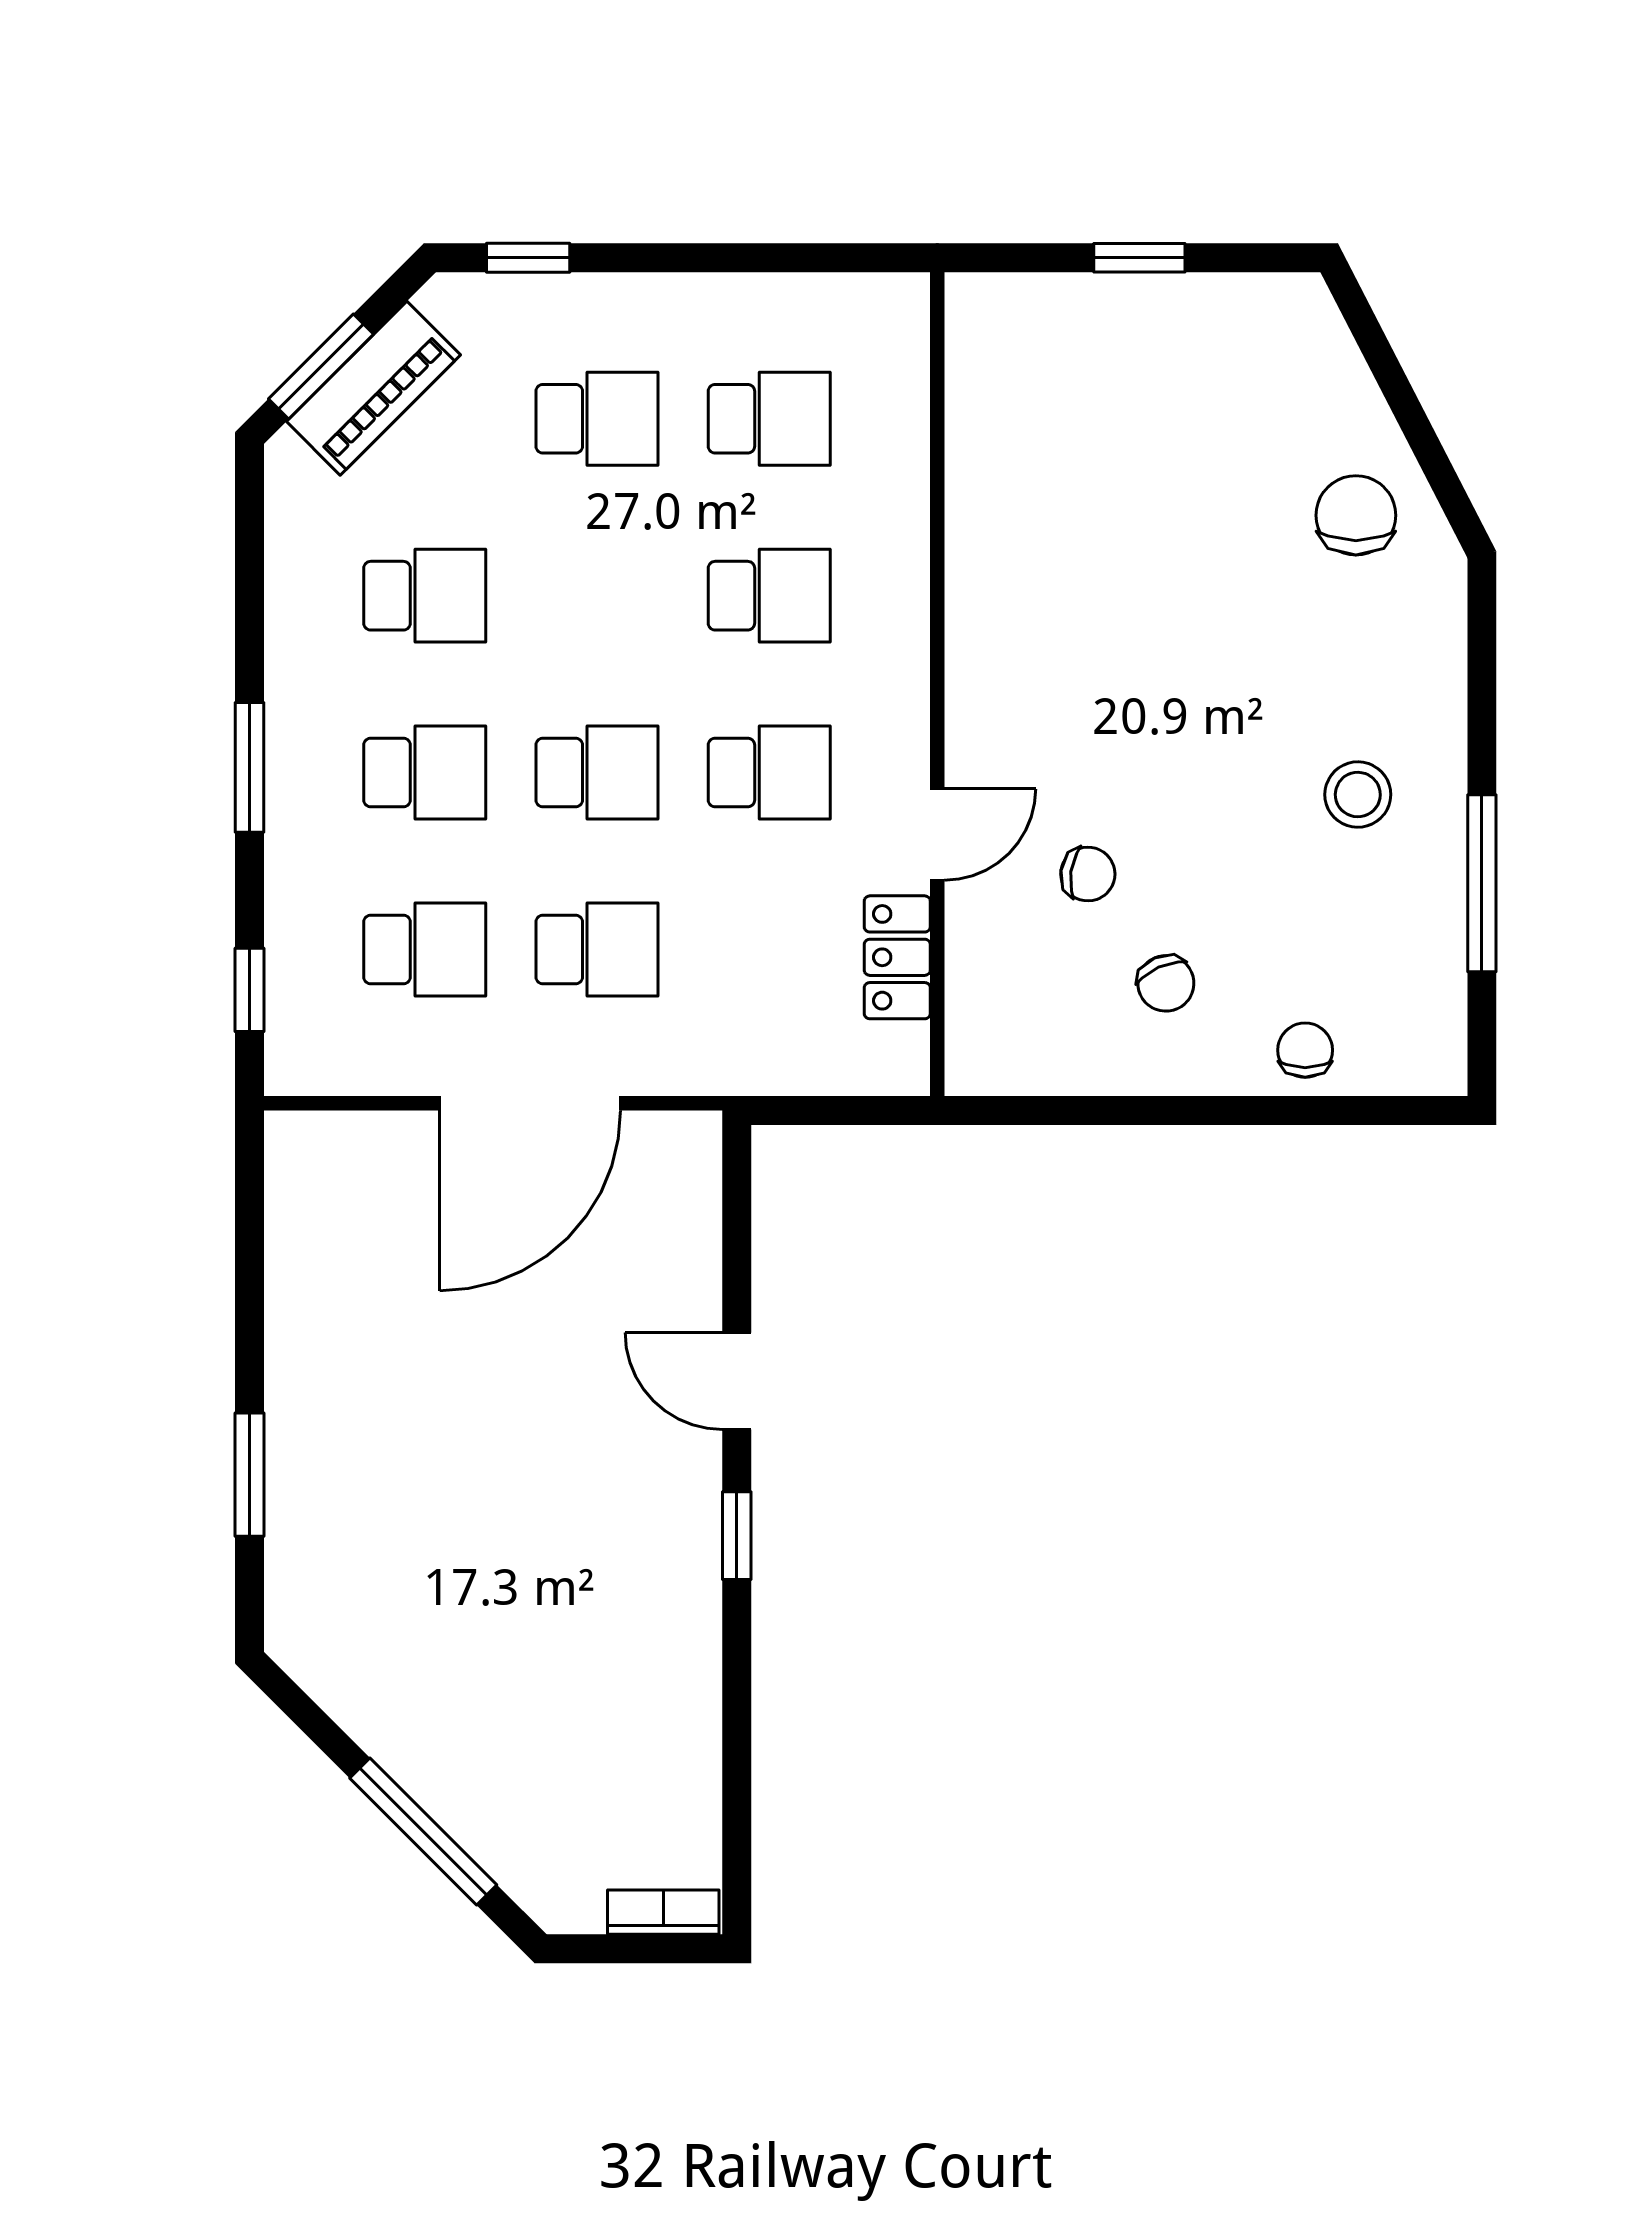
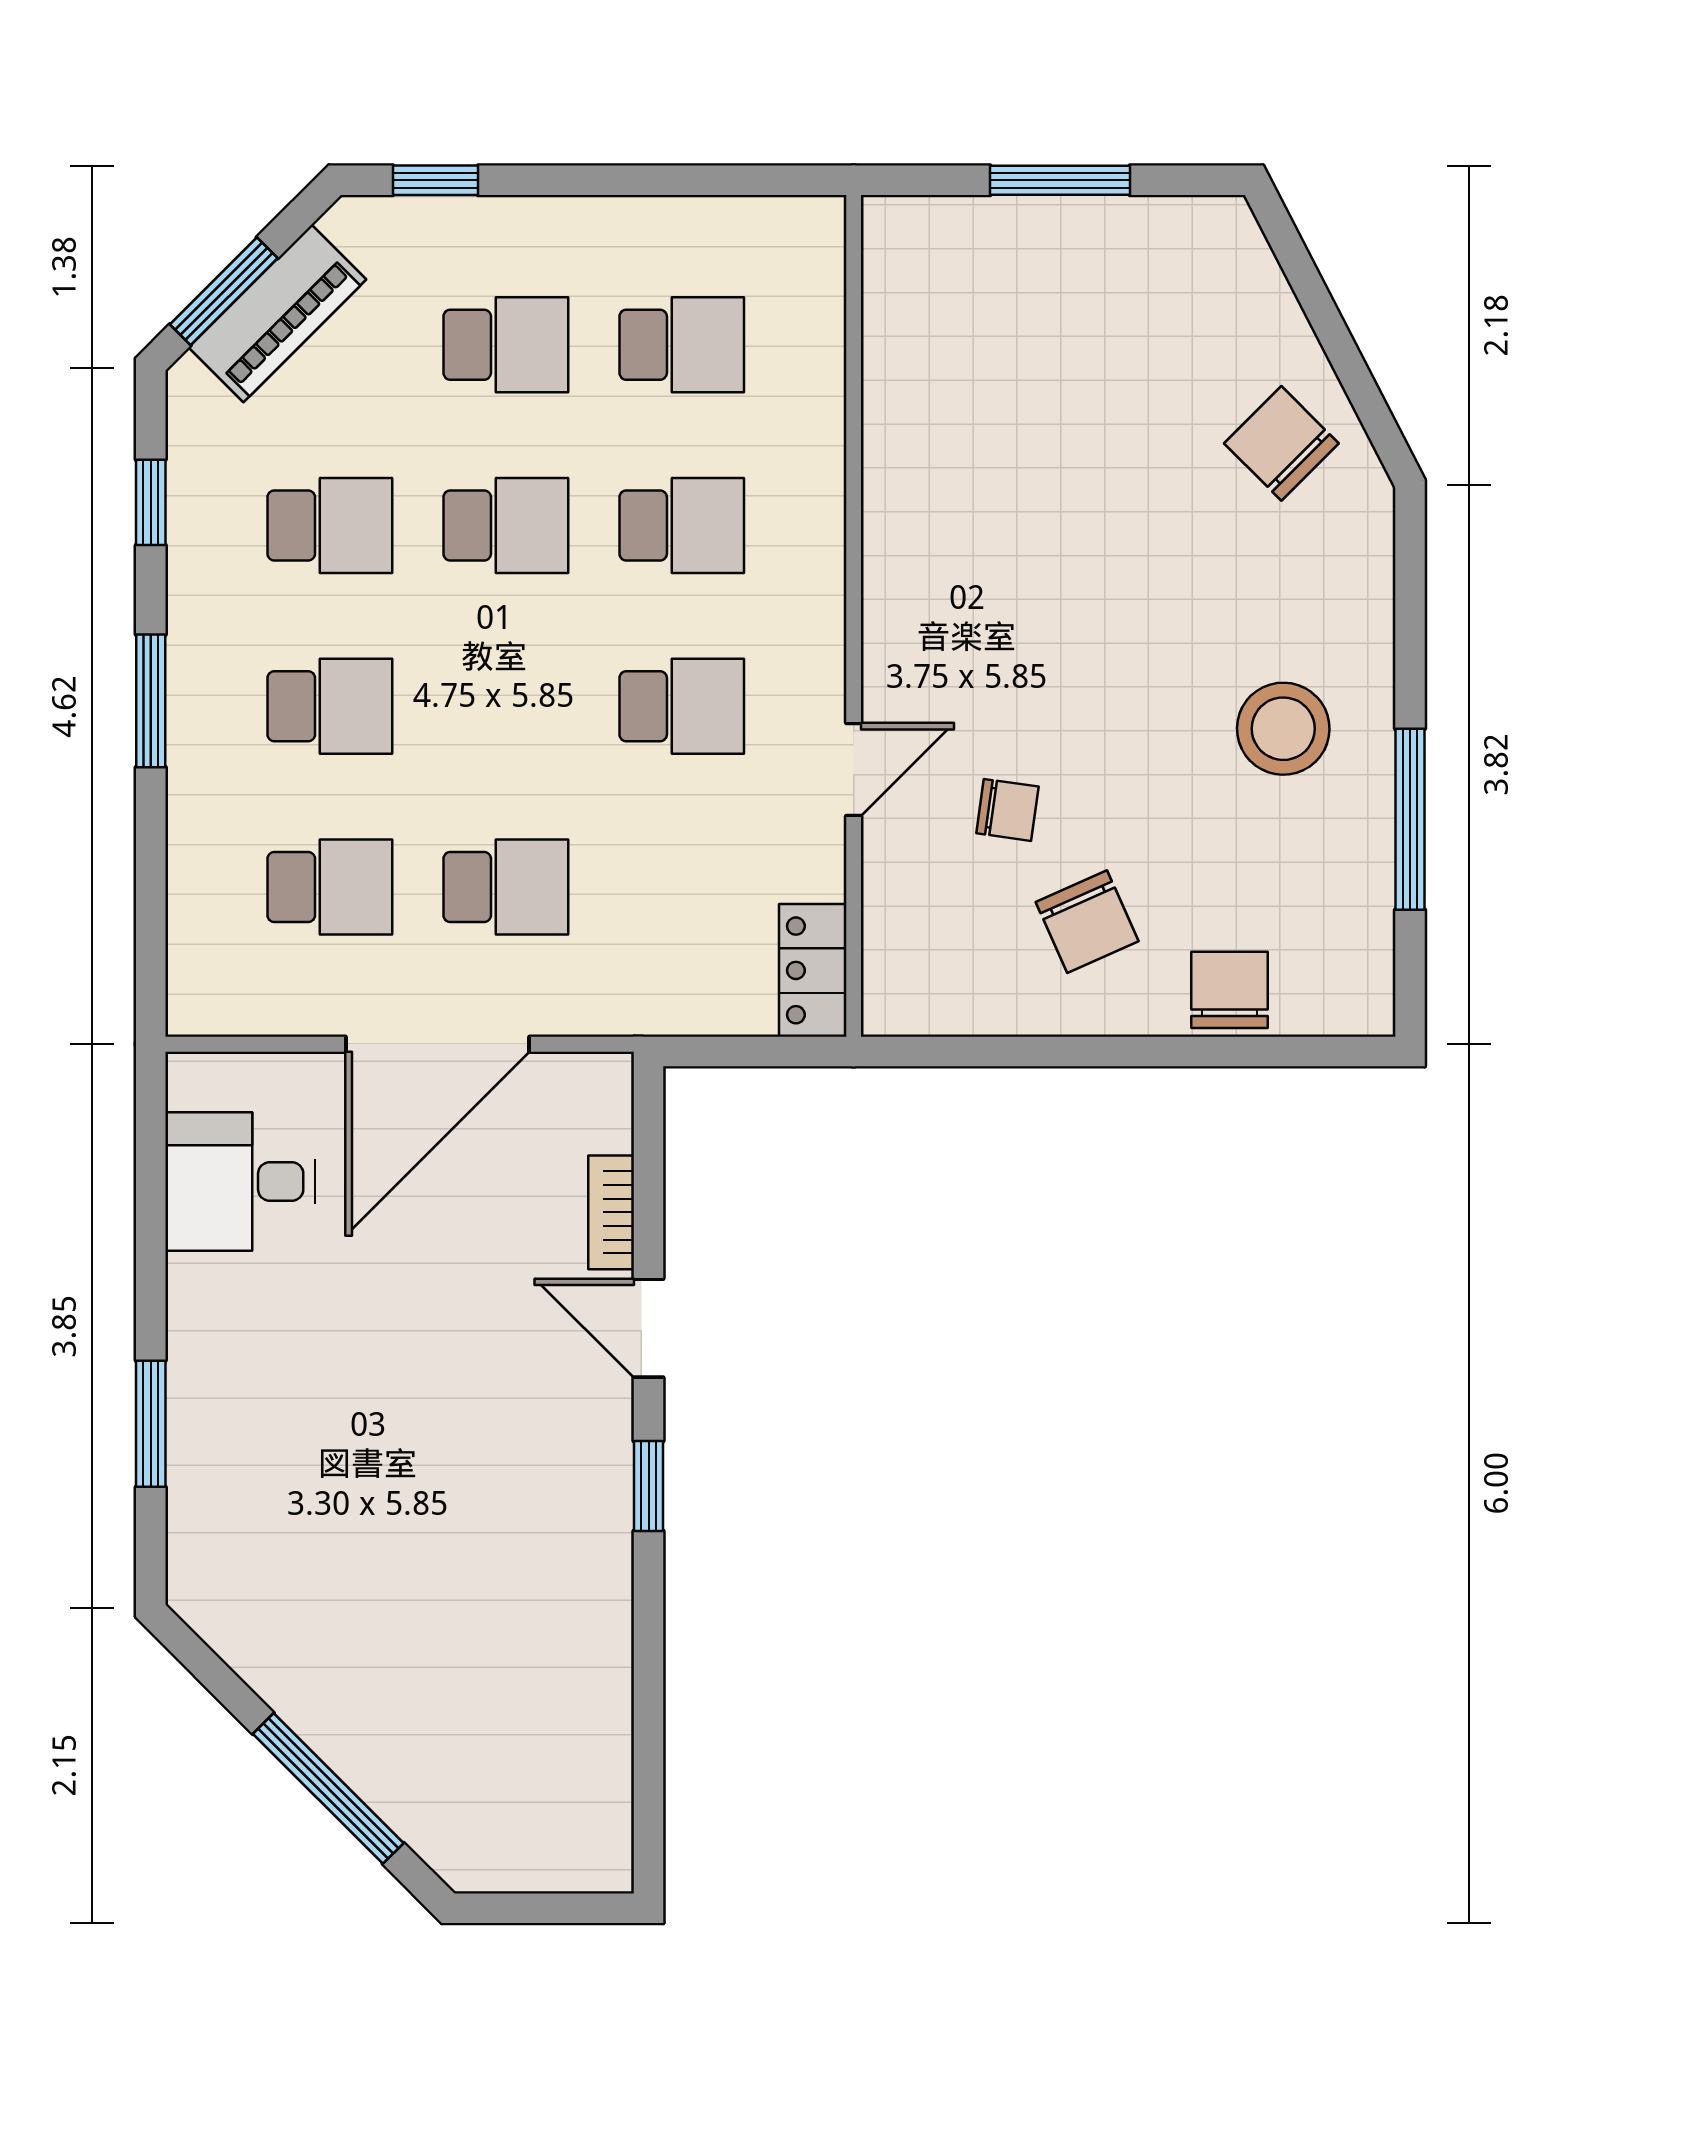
window: (1139, 258) -> (1060, 180), width x1.50
chair: (1356, 515) -> (1281, 443), turned -45
school desk: (597, 773) -> (506, 525), moved
stool: (1358, 795) -> (1283, 729), width x1.38, depth x1.38
locker: (897, 957) -> (813, 970), moved
chair: (1166, 983) -> (1087, 922), width x1.37, depth x1.37
window: (249, 990) -> (151, 502), moved
chair: (1305, 1050) -> (1229, 990), width x1.37, depth x1.37
desk: (337, 1238) -> (240, 1181), added
bookcase: (663, 1912) -> (611, 1212), moved, turned -90

